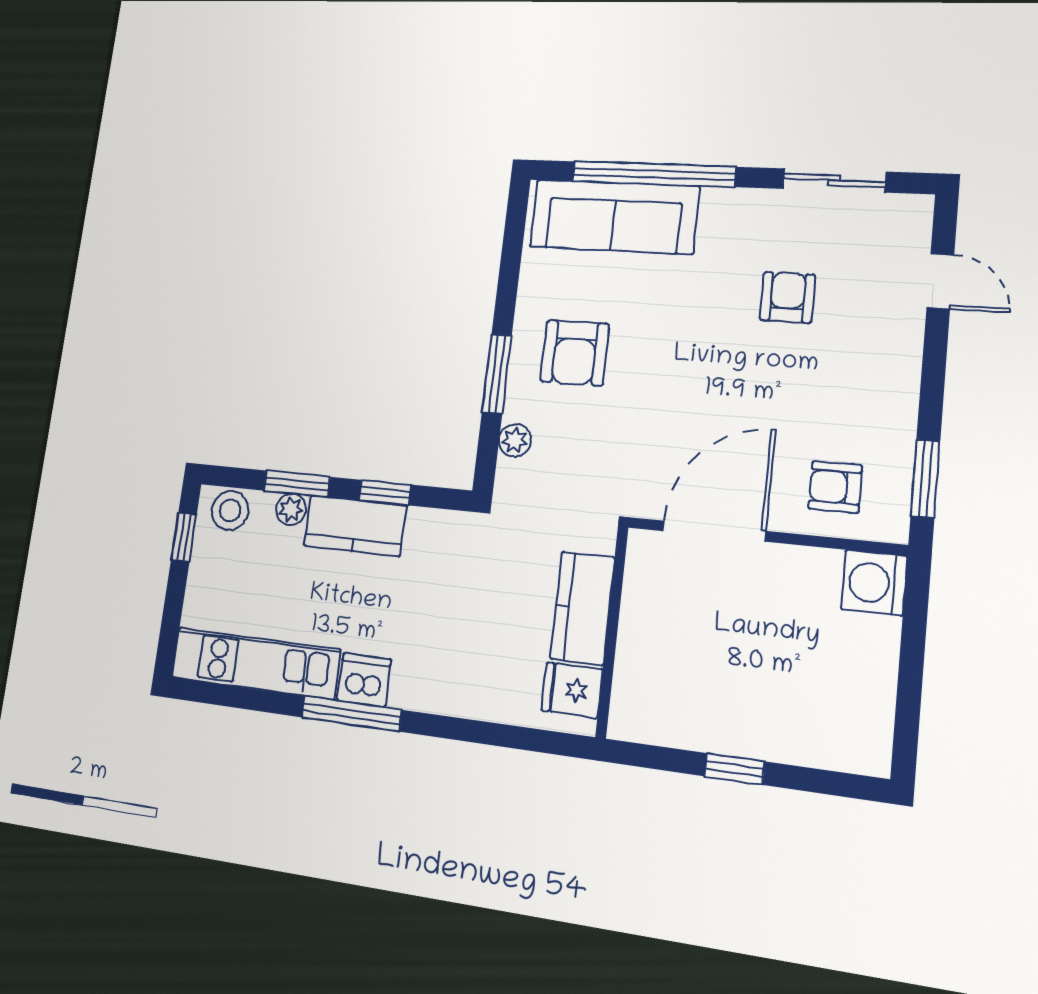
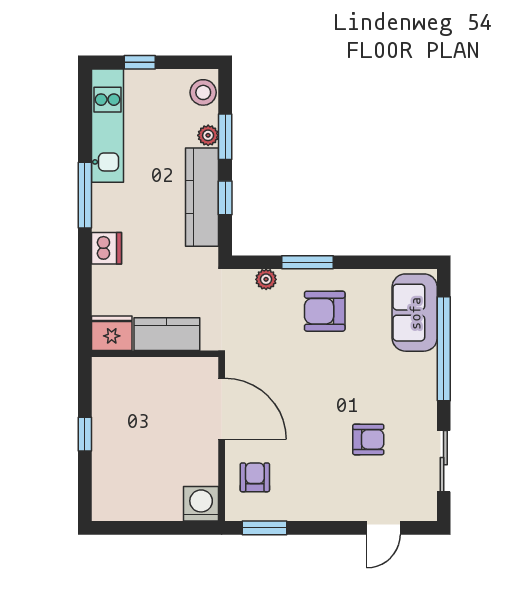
sofa: (614, 217) -> (415, 313), width x0.73
kitchen counter: (355, 526) -> (202, 197), width x1.50
window: (184, 537) -> (140, 62), moved
dishwasher: (364, 680) -> (106, 248), moved
fridge: (572, 690) -> (112, 333), width x1.38

